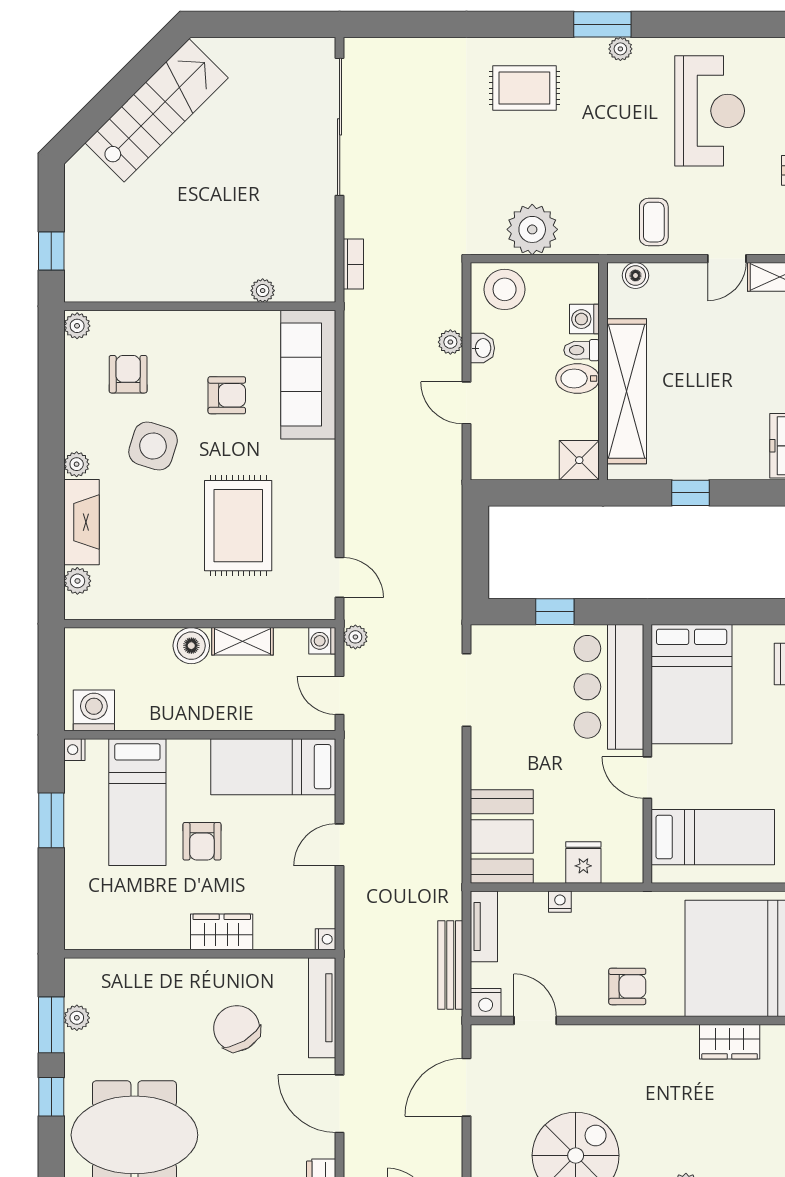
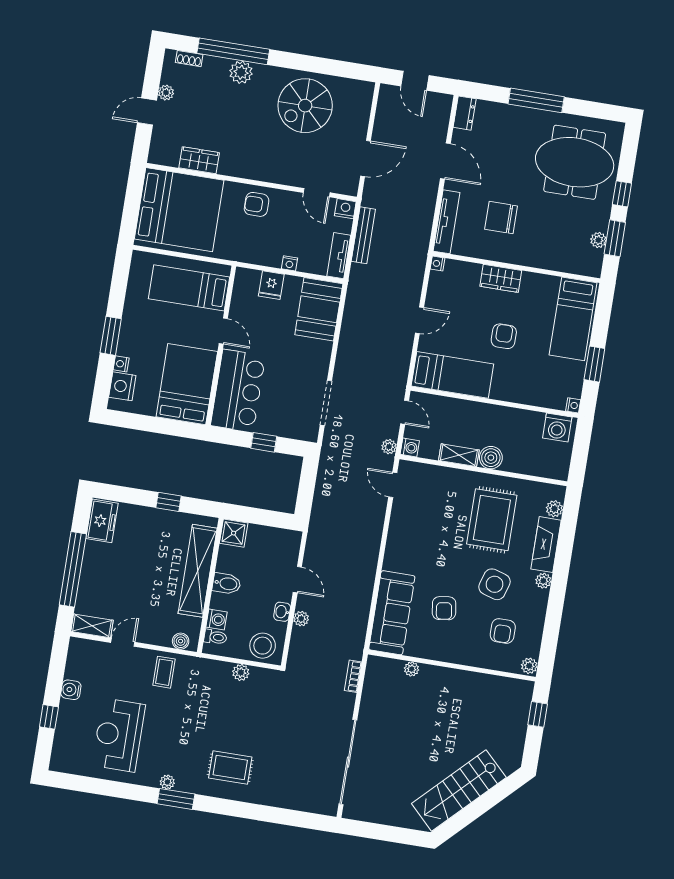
plant: (532, 229) -> (241, 672), width x0.53, depth x0.53
toilet: (582, 350) -> (215, 637), moved
armchair: (227, 395) -> (444, 608), turned -98
rug: (238, 526) -> (492, 520), moved
bed: (137, 802) -> (573, 319), moved, turned 180
chair: (237, 1028) -> (501, 218), turned 121

